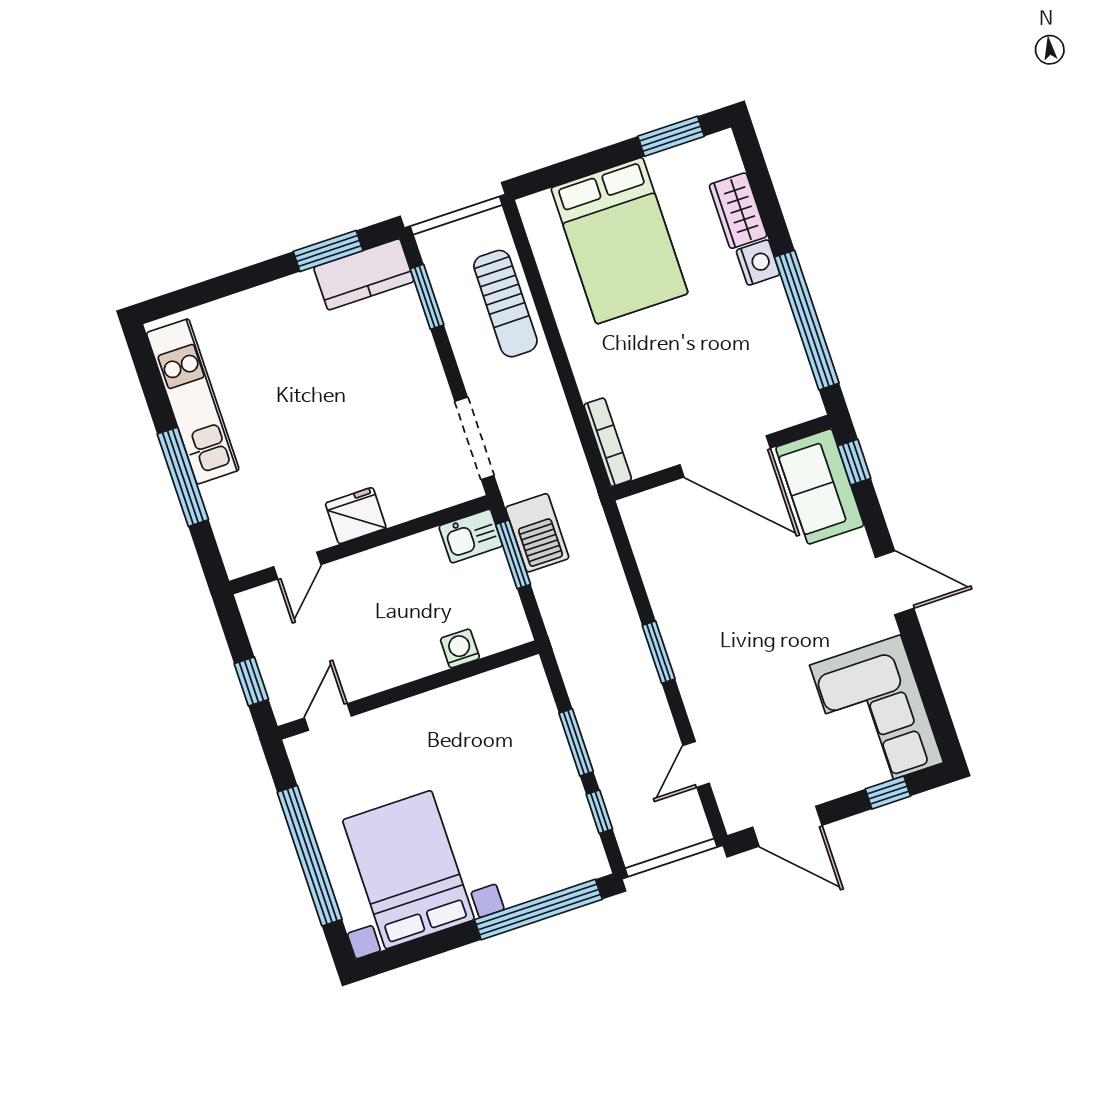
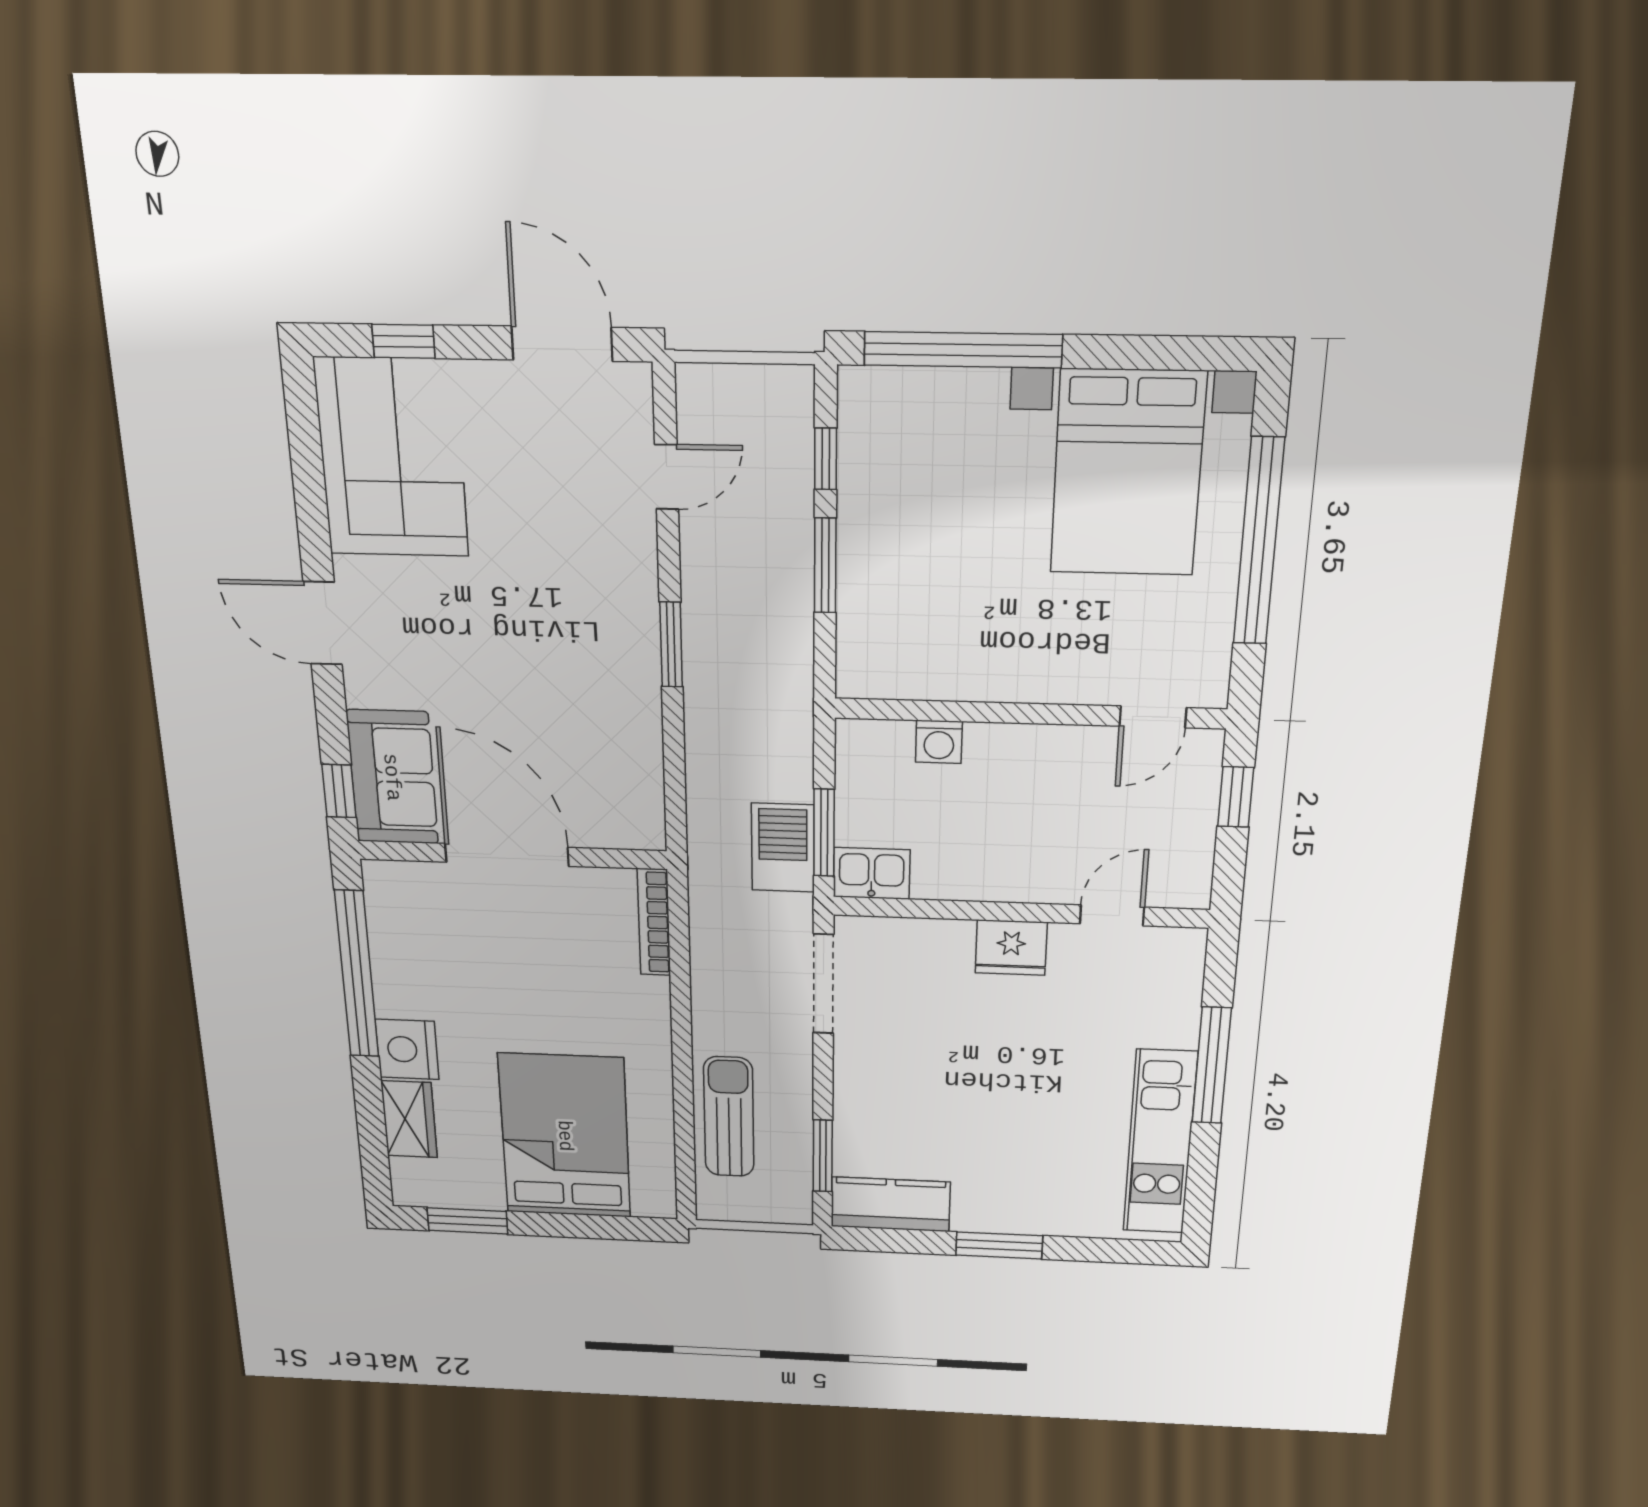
window: (328, 251) -> (999, 1245), moved
nightstand: (758, 263) -> (407, 1049), width x1.36, depth x1.33

